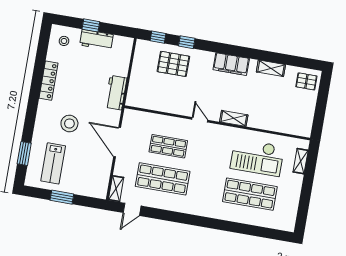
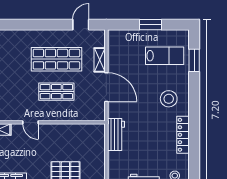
stool: (69, 124) -> (169, 99), moved
lab bench: (53, 163) -> (165, 56), turned 90
shelving: (116, 189) -> (100, 60), moved

